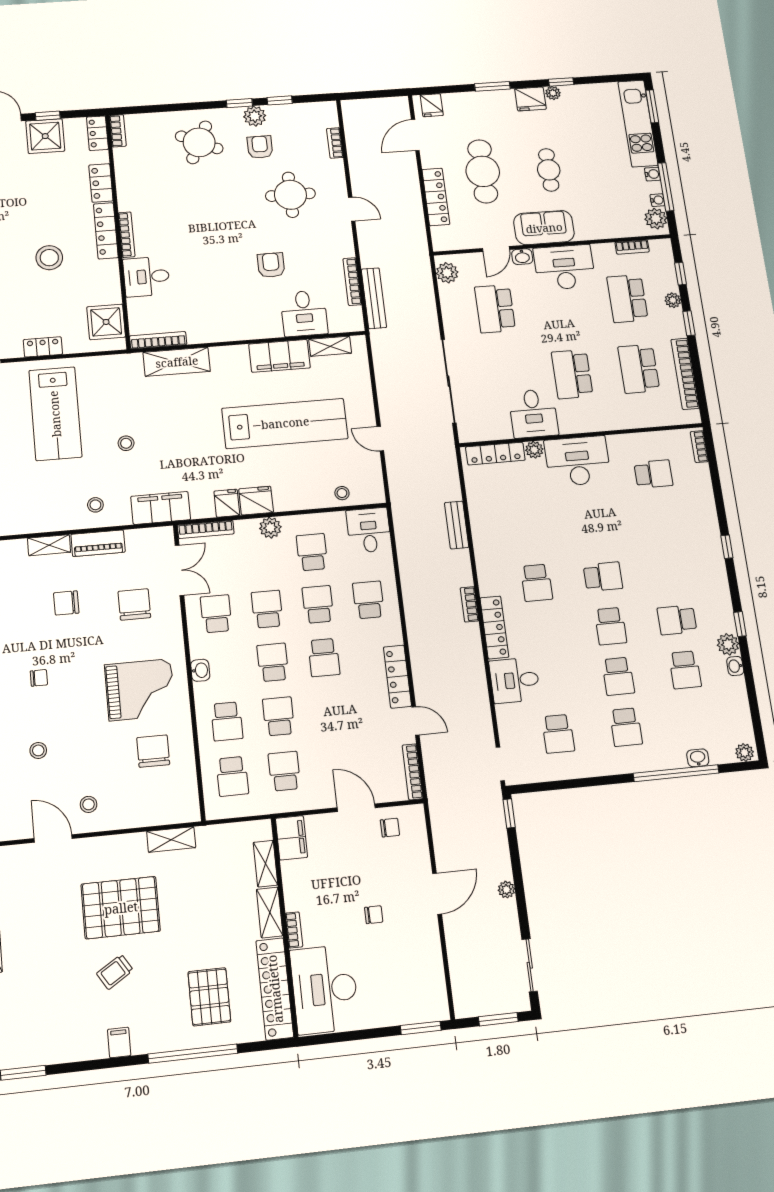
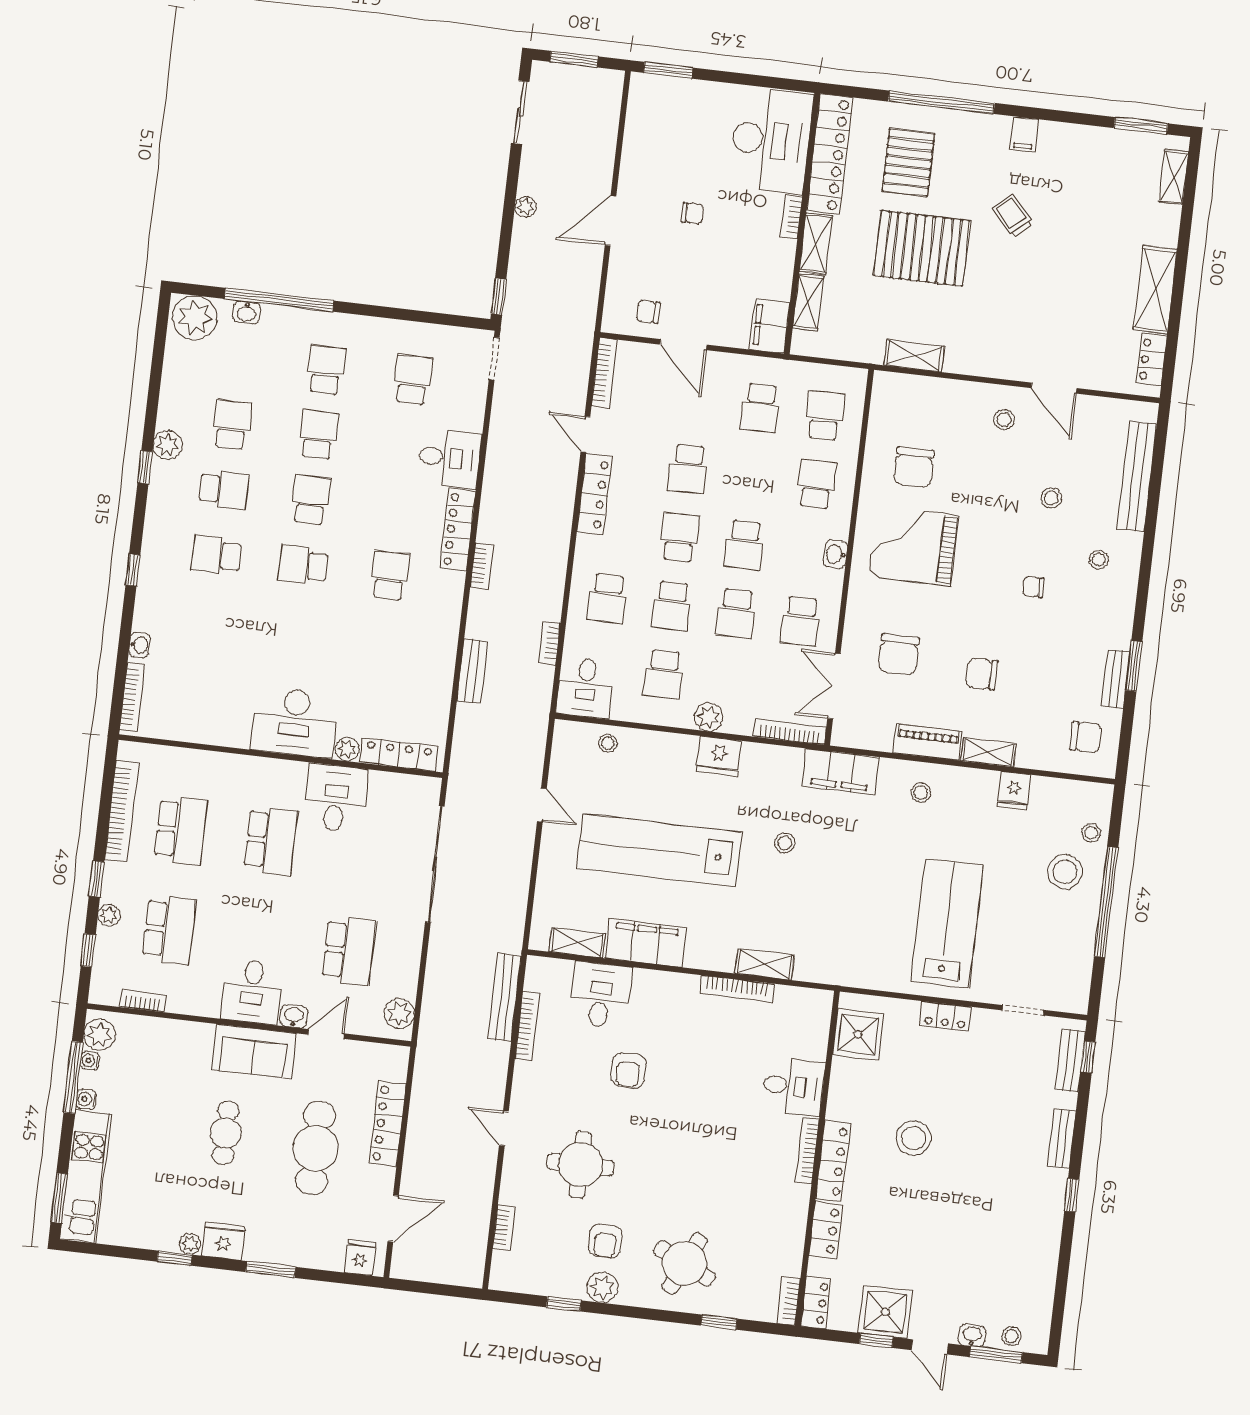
window: (239, 103) -> (719, 1322), moved
desk: (564, 267) -> (252, 991), width x0.73
bookcase: (158, 340) -> (737, 989), moved
shelving: (177, 362) -> (765, 964), width x0.67, depth x0.75
stool: (126, 443) -> (785, 843), moved
bookcase: (699, 447) -> (132, 697), width x1.56
school desk: (653, 474) -> (216, 555), moved
fridge: (227, 503) -> (1014, 791), moved
bookcase: (404, 557) -> (550, 643), added
chair: (66, 603) -> (982, 674), turned 180
washbasin: (735, 666) -> (140, 645), moved
school desk: (279, 716) -> (688, 469), moved
plant: (745, 752) -> (195, 318), width x1.88, depth x1.88
pallet: (121, 908) -> (922, 248), moved
chair: (374, 915) -> (692, 213), turned 180
trolley: (115, 972) -> (1013, 216), turned -100

